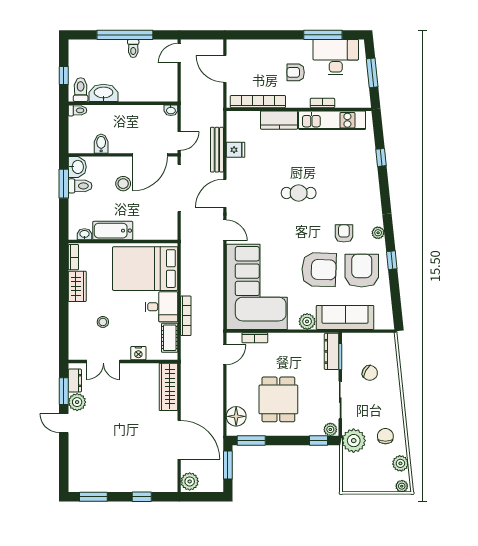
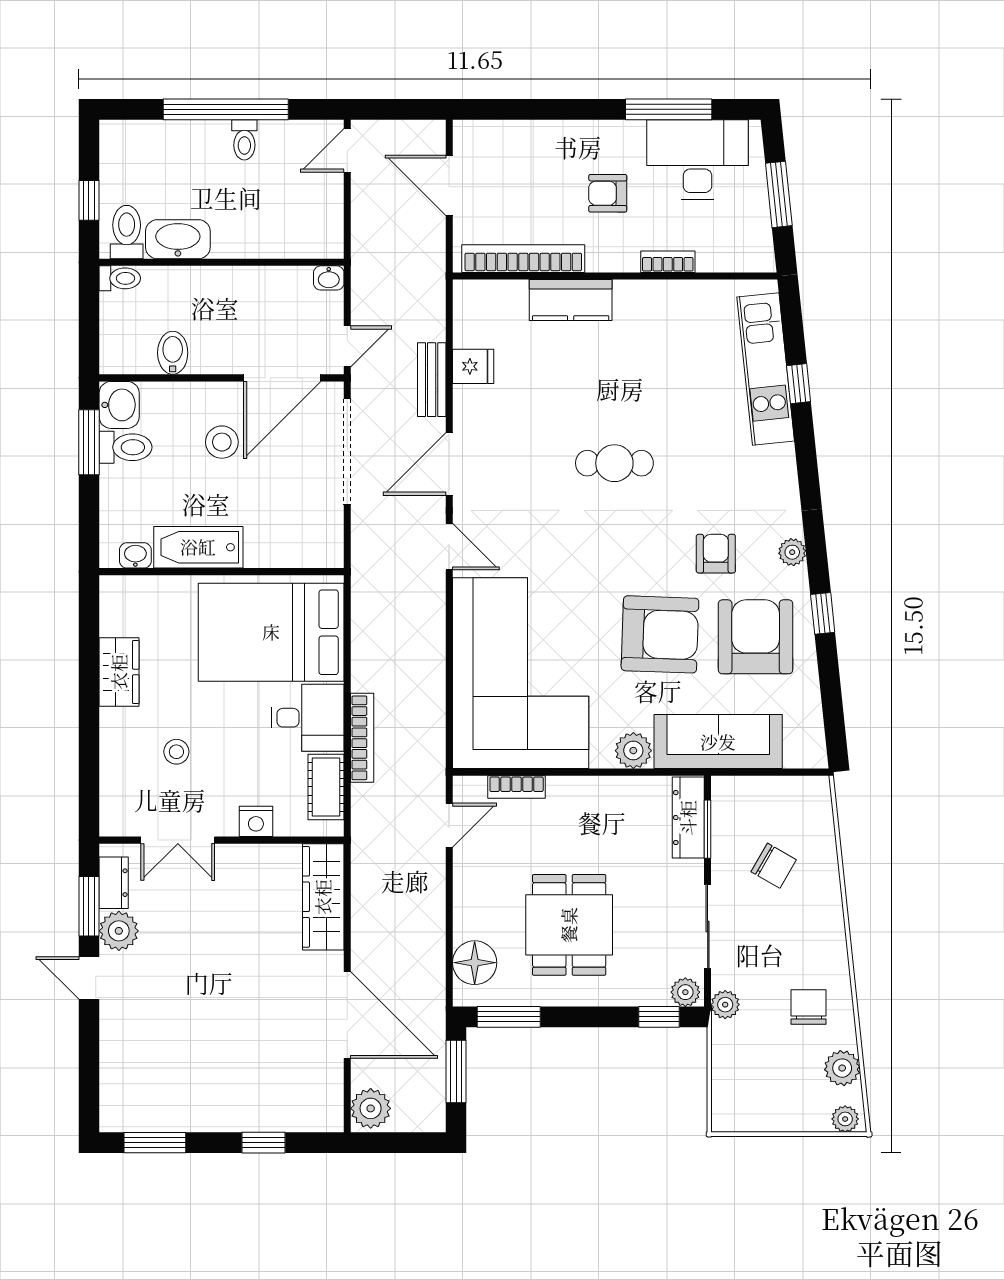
kitchen unit: (332, 120) -> (766, 369), moved, turned 84
bench: (217, 150) -> (432, 380), width x0.73
bookcase: (73, 257) -> (111, 607), removed
plant: (354, 441) -> (725, 1005), width x0.53, depth x0.53

